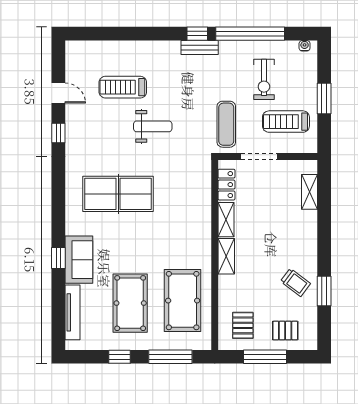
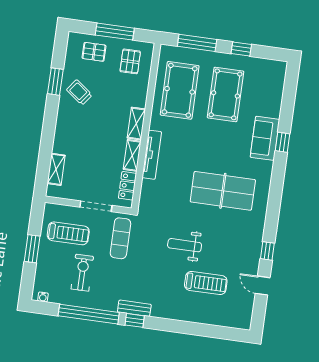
tv unit: (73, 312) -> (152, 155), moved, turned 180

